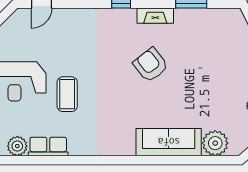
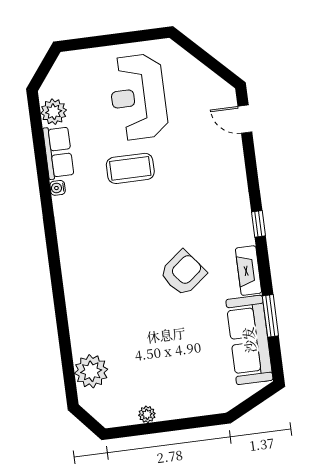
sofa: (169, 142) -> (249, 340), moved, turned 180
water cooler: (75, 150) -> (58, 188), added

